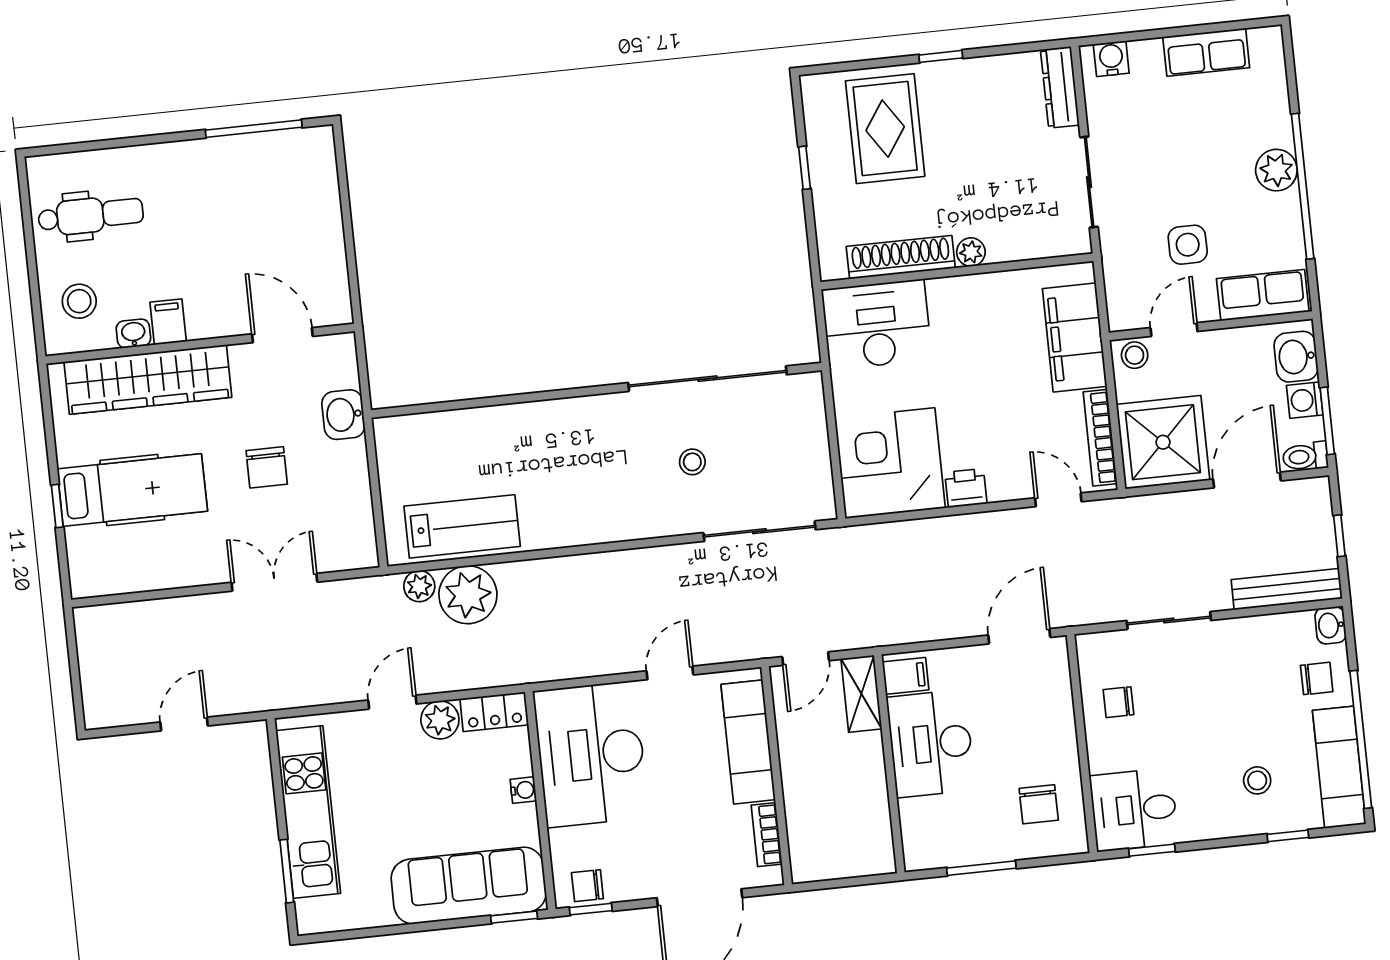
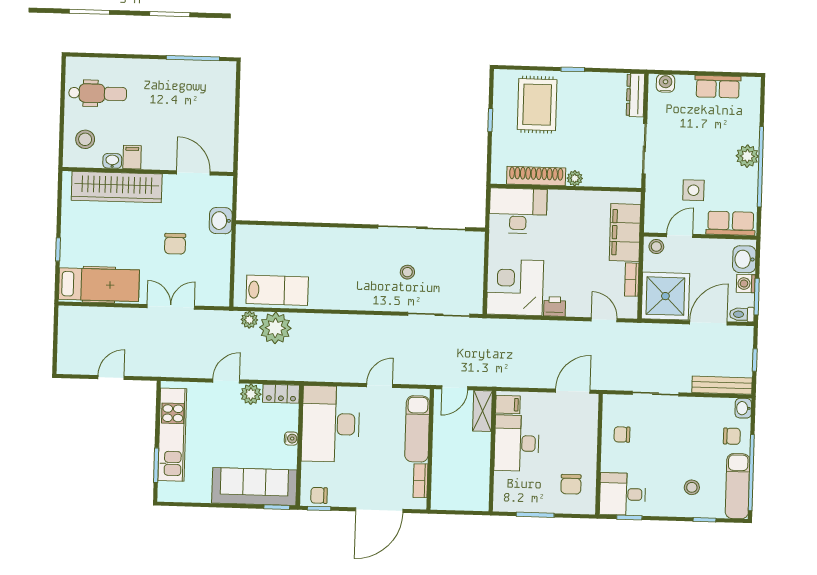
bookcase: (1100, 438) -> (632, 280), width x0.64
hospital bed: (132, 490) -> (99, 285), moved

